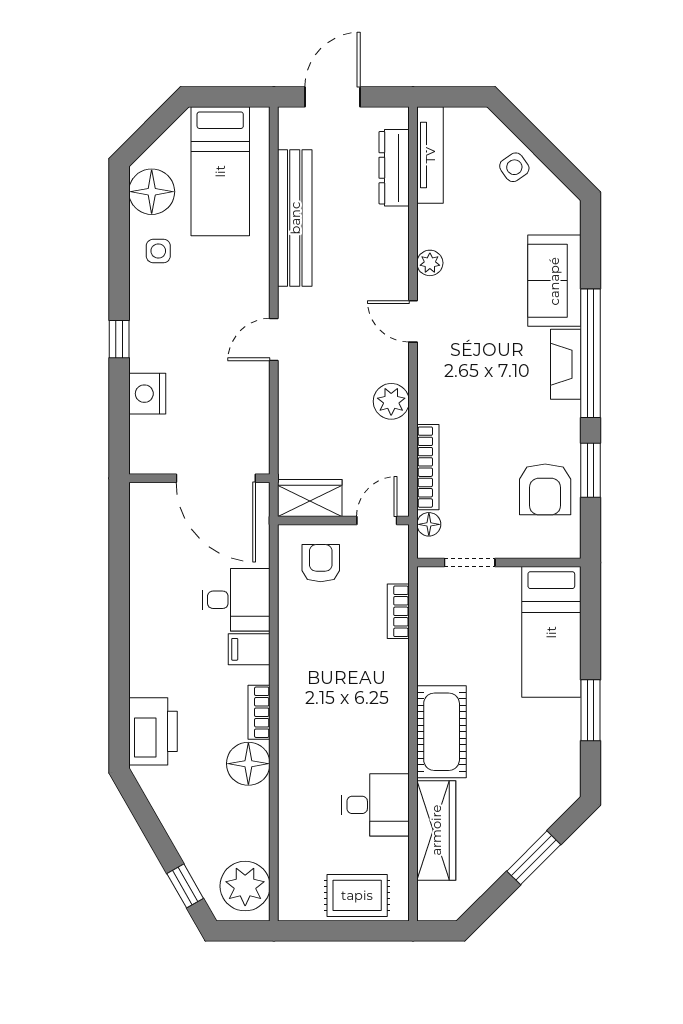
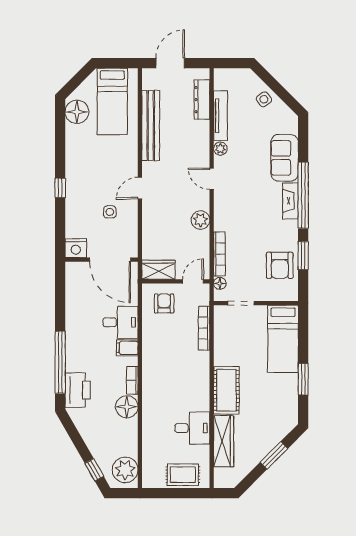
tv unit: (430, 155) -> (220, 116), moved
side table: (158, 251) -> (110, 212), moved
nightstand: (147, 394) -> (76, 248), moved, turned -90
bookcase: (398, 611) -> (204, 328), width x1.56
window: (119, 677) -> (60, 362), added

